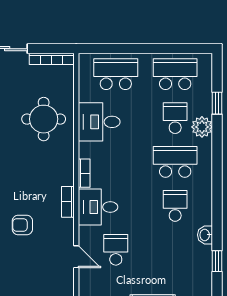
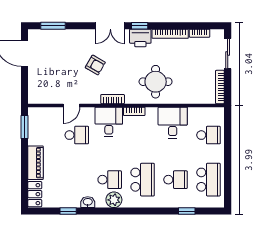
school desk: (116, 74) -> (208, 135), width x0.54
round table: (44, 119) -> (156, 82), moved
plant: (202, 127) -> (114, 200), moved
armchair: (22, 225) -> (95, 65), turned 120

